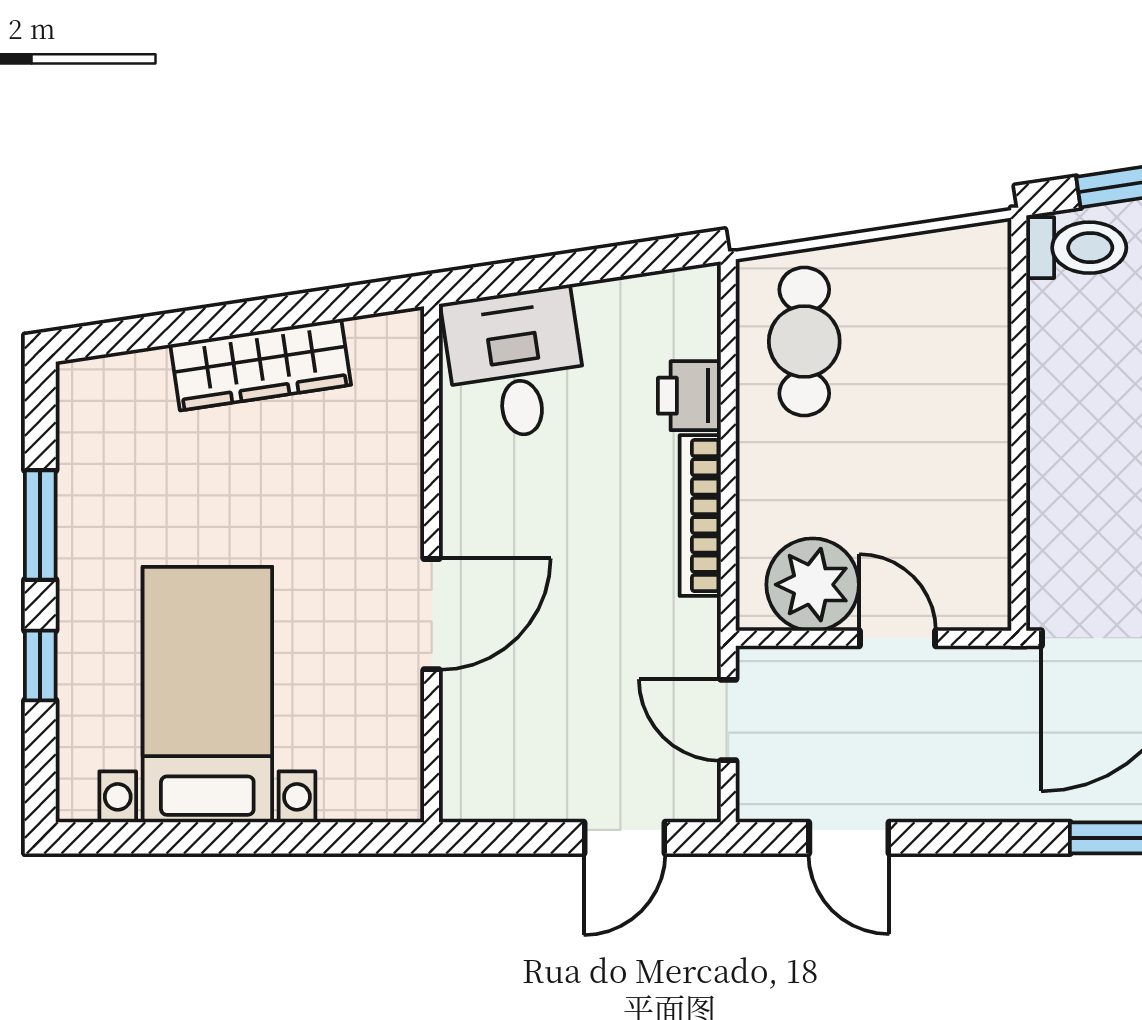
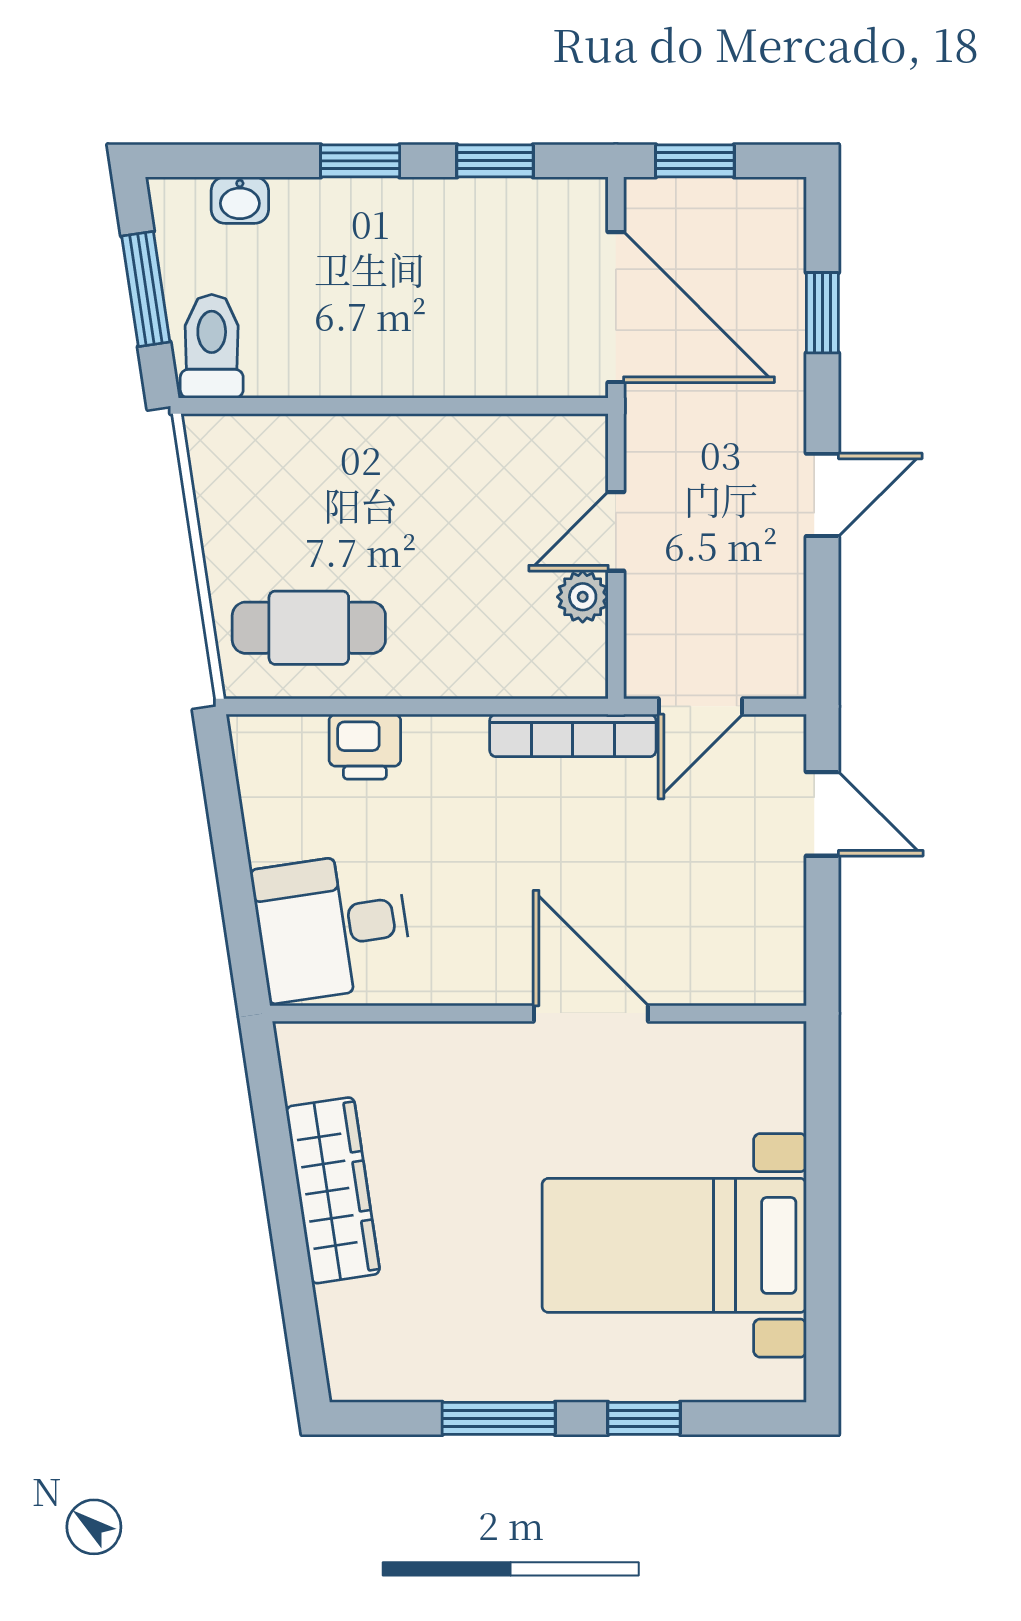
bookcase: (700, 516) -> (573, 735), moved
plant: (813, 585) -> (583, 597), width x0.53, depth x0.53
door: (849, 838) -> (822, 495), moved

